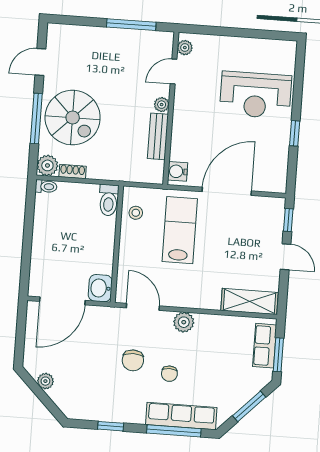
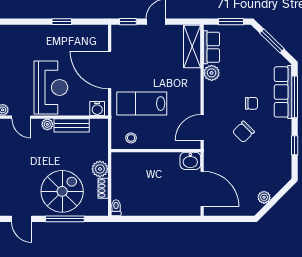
reception desk: (256, 95) -> (51, 87), moved
plant: (47, 165) -> (100, 169), moved
toilet: (109, 200) -> (123, 159), removed
plant: (184, 322) -> (212, 73), moved
row of seats: (265, 346) -> (212, 47), moved, turned -90
chair: (133, 360) -> (243, 132), turned 135

